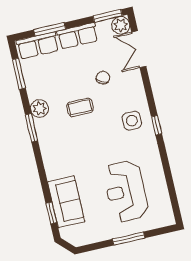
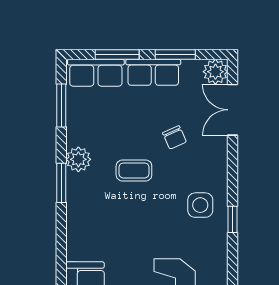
window: (108, 16) -> (175, 55), moved
chair: (103, 78) -> (174, 137), turned 128

